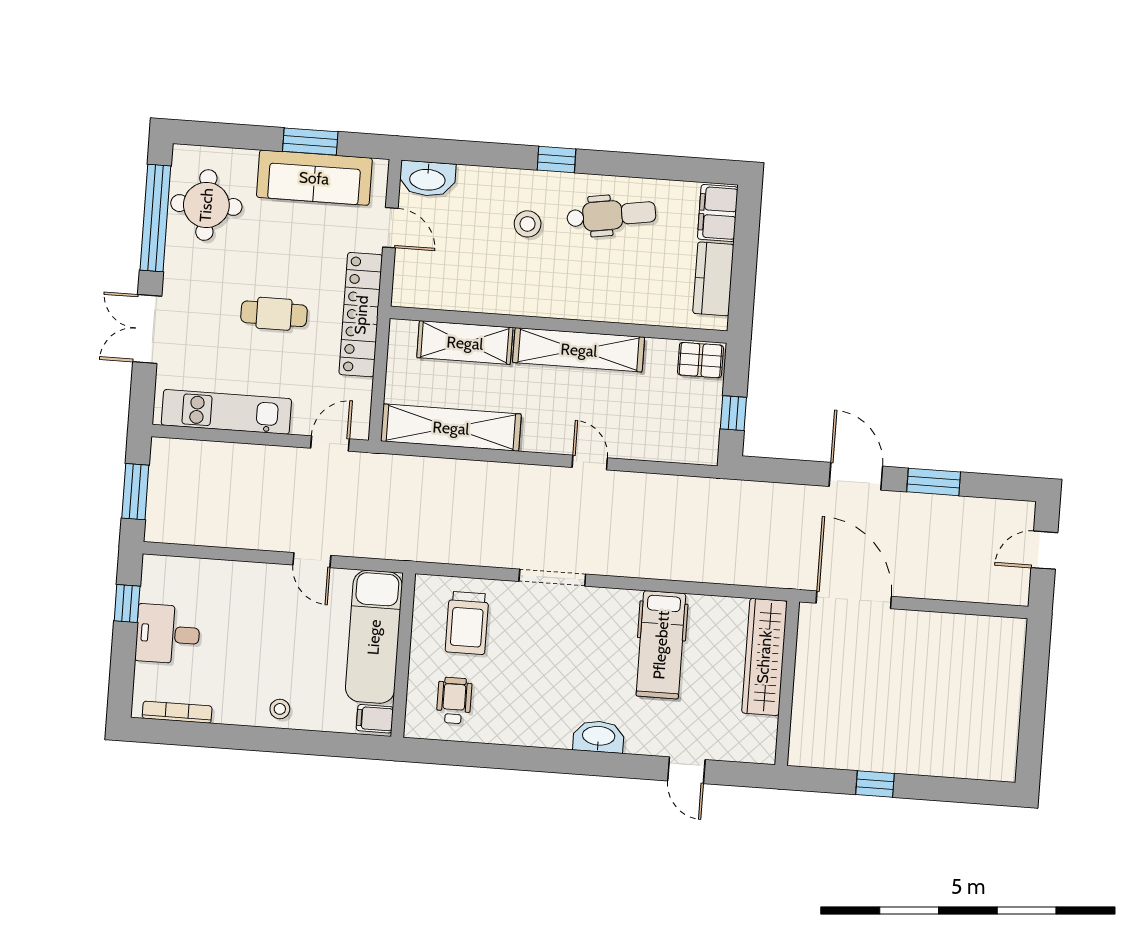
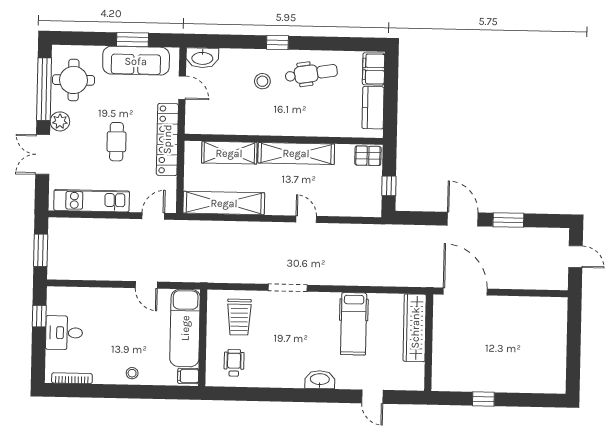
plant: (180, 274) -> (60, 121), added
cafe table: (274, 314) -> (116, 142), turned 90
door: (1044, 550) -> (575, 257), swing flipped

